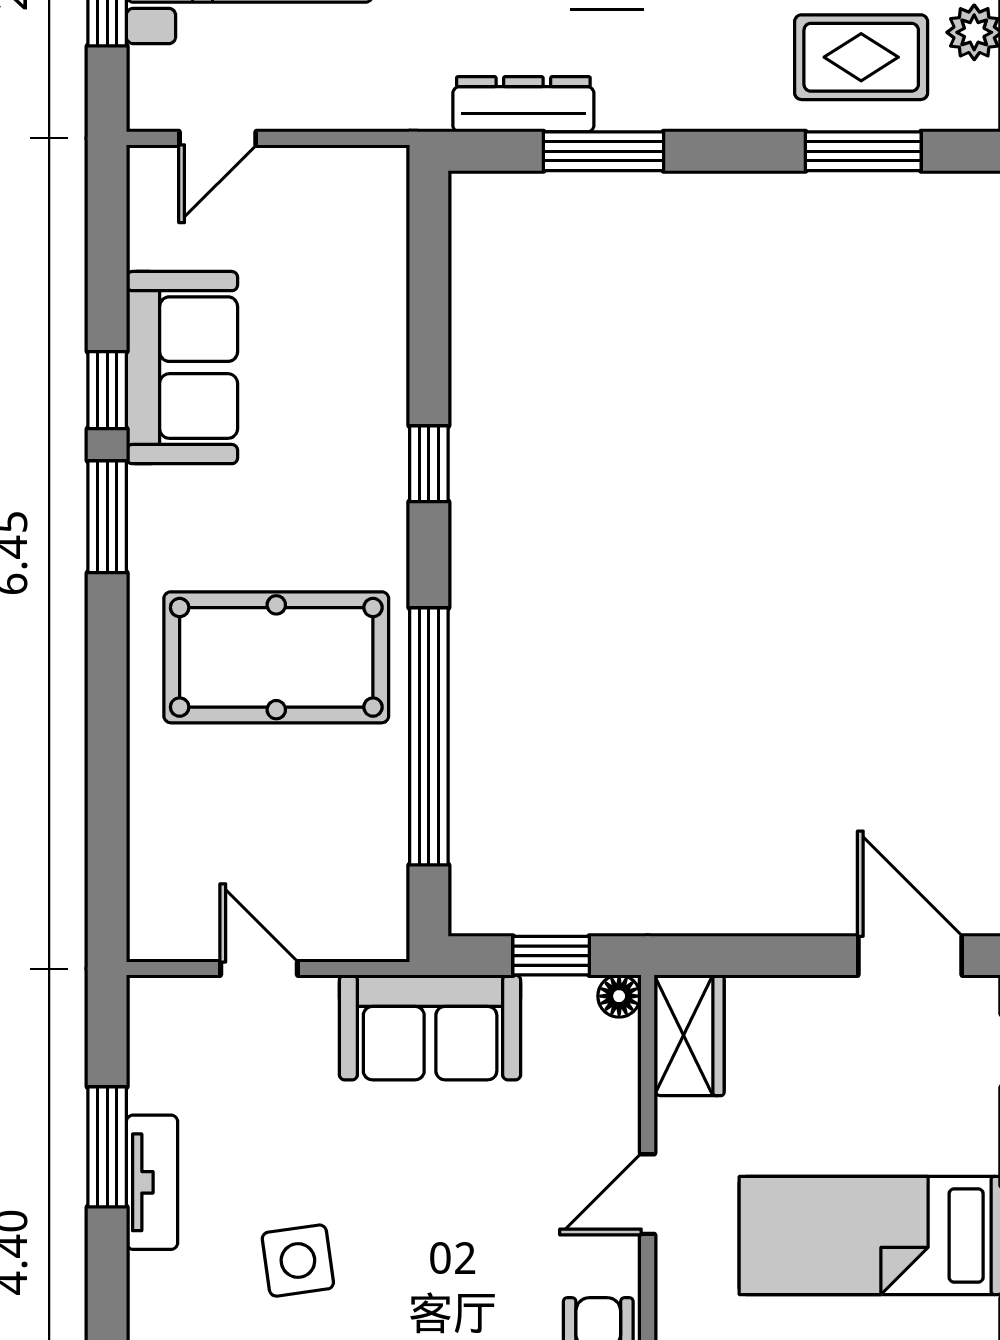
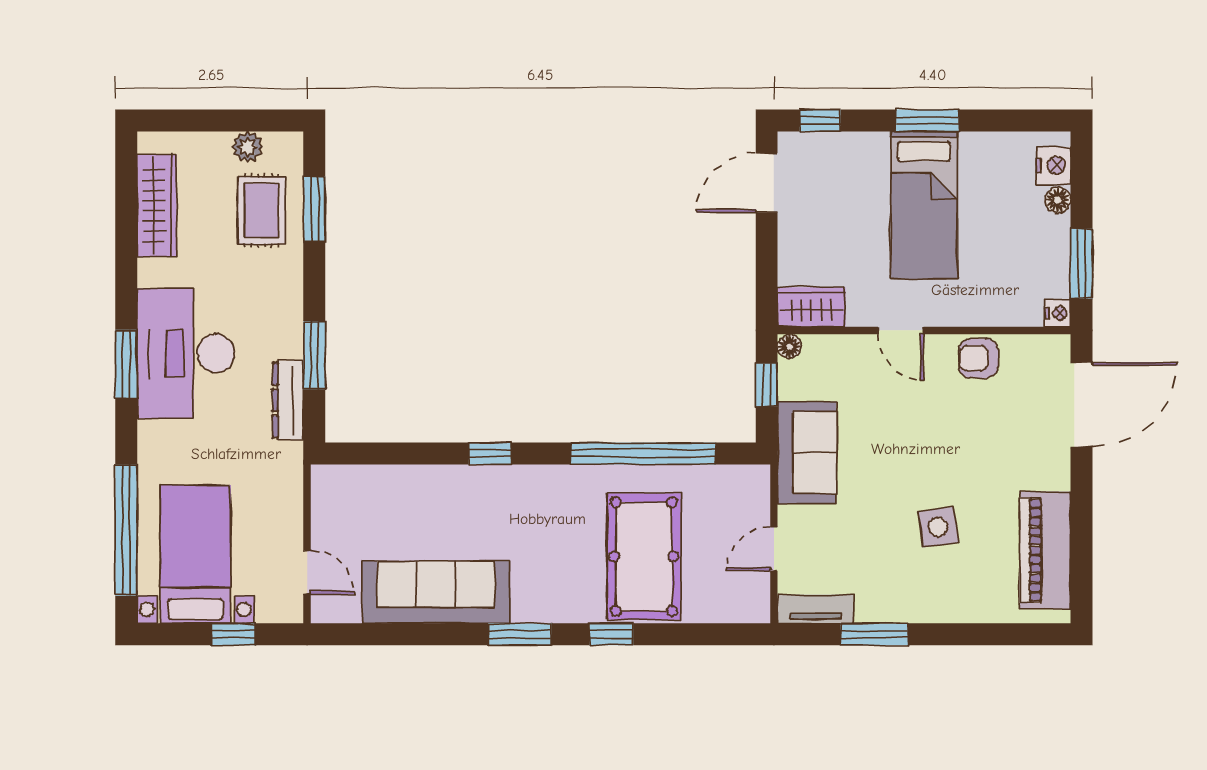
sofa: (182, 368) -> (436, 592), width x1.36
window: (107, 390) -> (611, 634), moved
pool table: (276, 657) -> (644, 557), moved
tv unit: (152, 1182) -> (815, 609), moved

